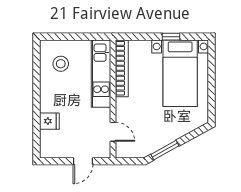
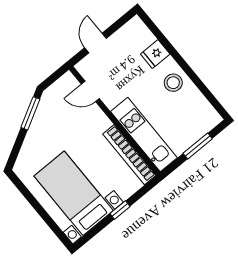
window: (72, 37) -> (198, 146), added
window: (171, 37) -> (120, 210), moved
stool: (61, 64) -> (173, 83), moved

